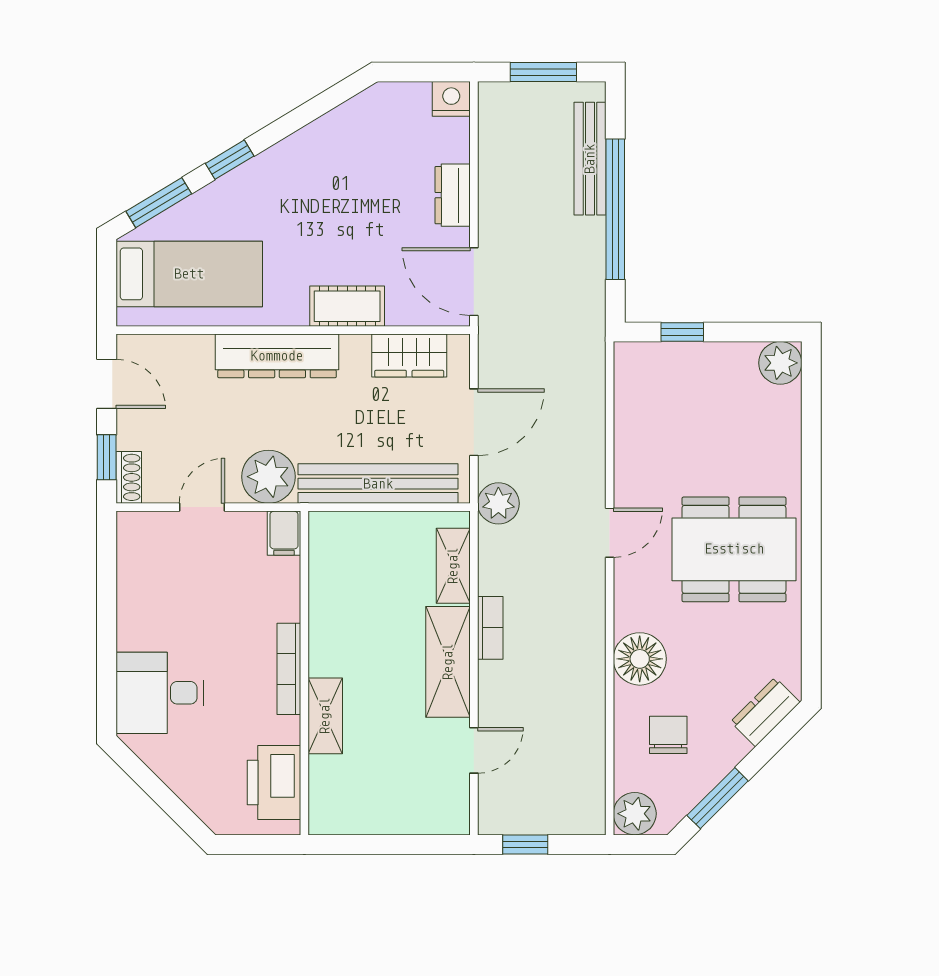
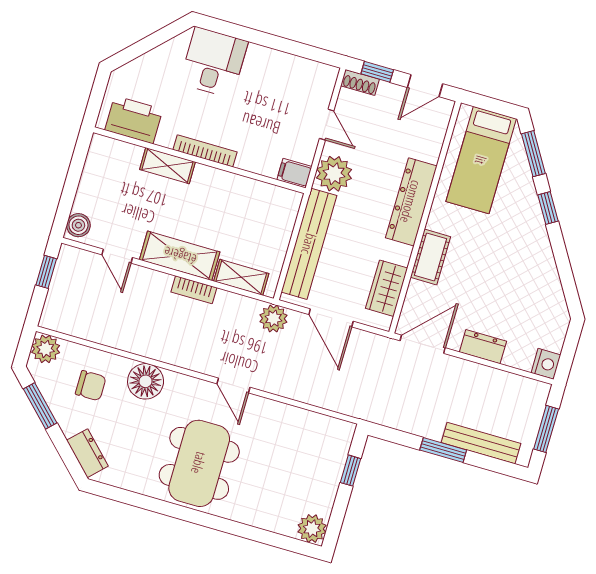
window: (615, 209) -> (443, 450), width x0.47
boiler: (446, 818) -> (78, 225), added

